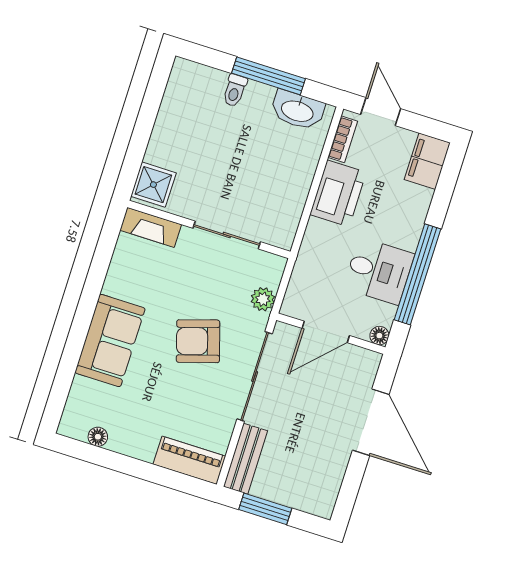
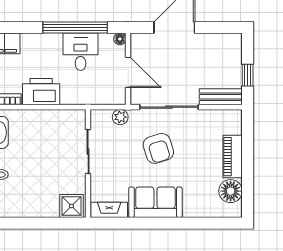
fireplace: (151, 227) -> (109, 210), moved, turned -90
sofa: (110, 341) -> (155, 202), moved
floor lamp: (98, 437) -> (231, 191), width x1.89, depth x1.89
piano: (189, 460) -> (233, 157), moved
window: (265, 509) -> (248, 75), width x0.67

